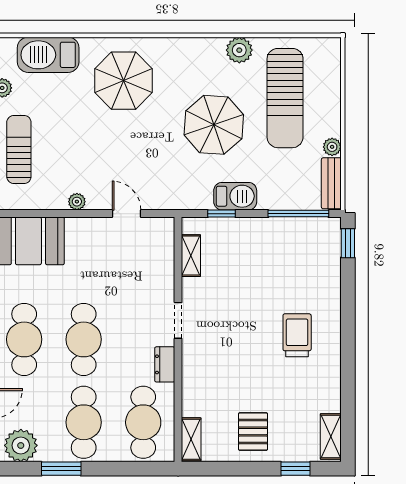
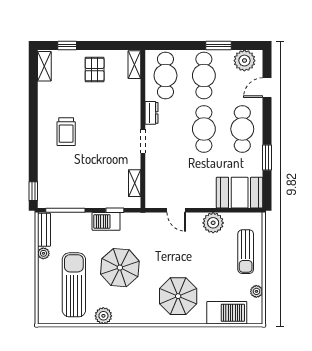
plant: (77, 202) -> (213, 223), width x1.88, depth x1.88

